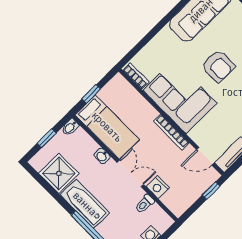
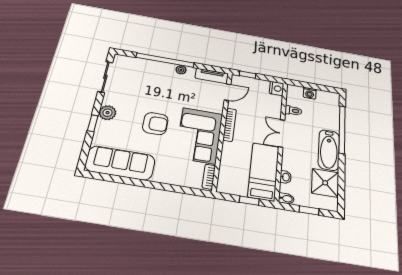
armchair: (218, 66) -> (155, 124), turned 90
washbasin: (102, 156) -> (286, 177), moved
door: (205, 156) -> (228, 92), hinge flipped
nightstand: (158, 187) -> (277, 88), moved

